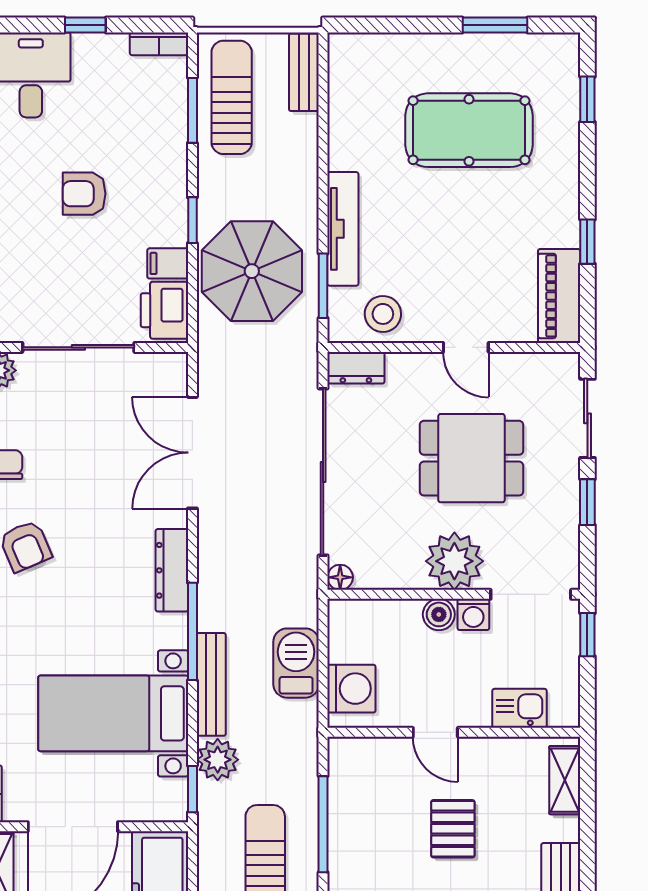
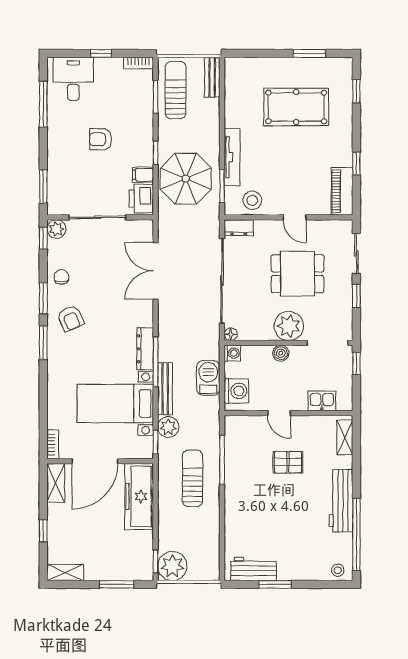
dresser: (172, 570) -> (145, 349), moved
washing machine: (473, 614) -> (232, 353), moved, turned -90
pallet: (453, 829) -> (288, 462), turned 90

